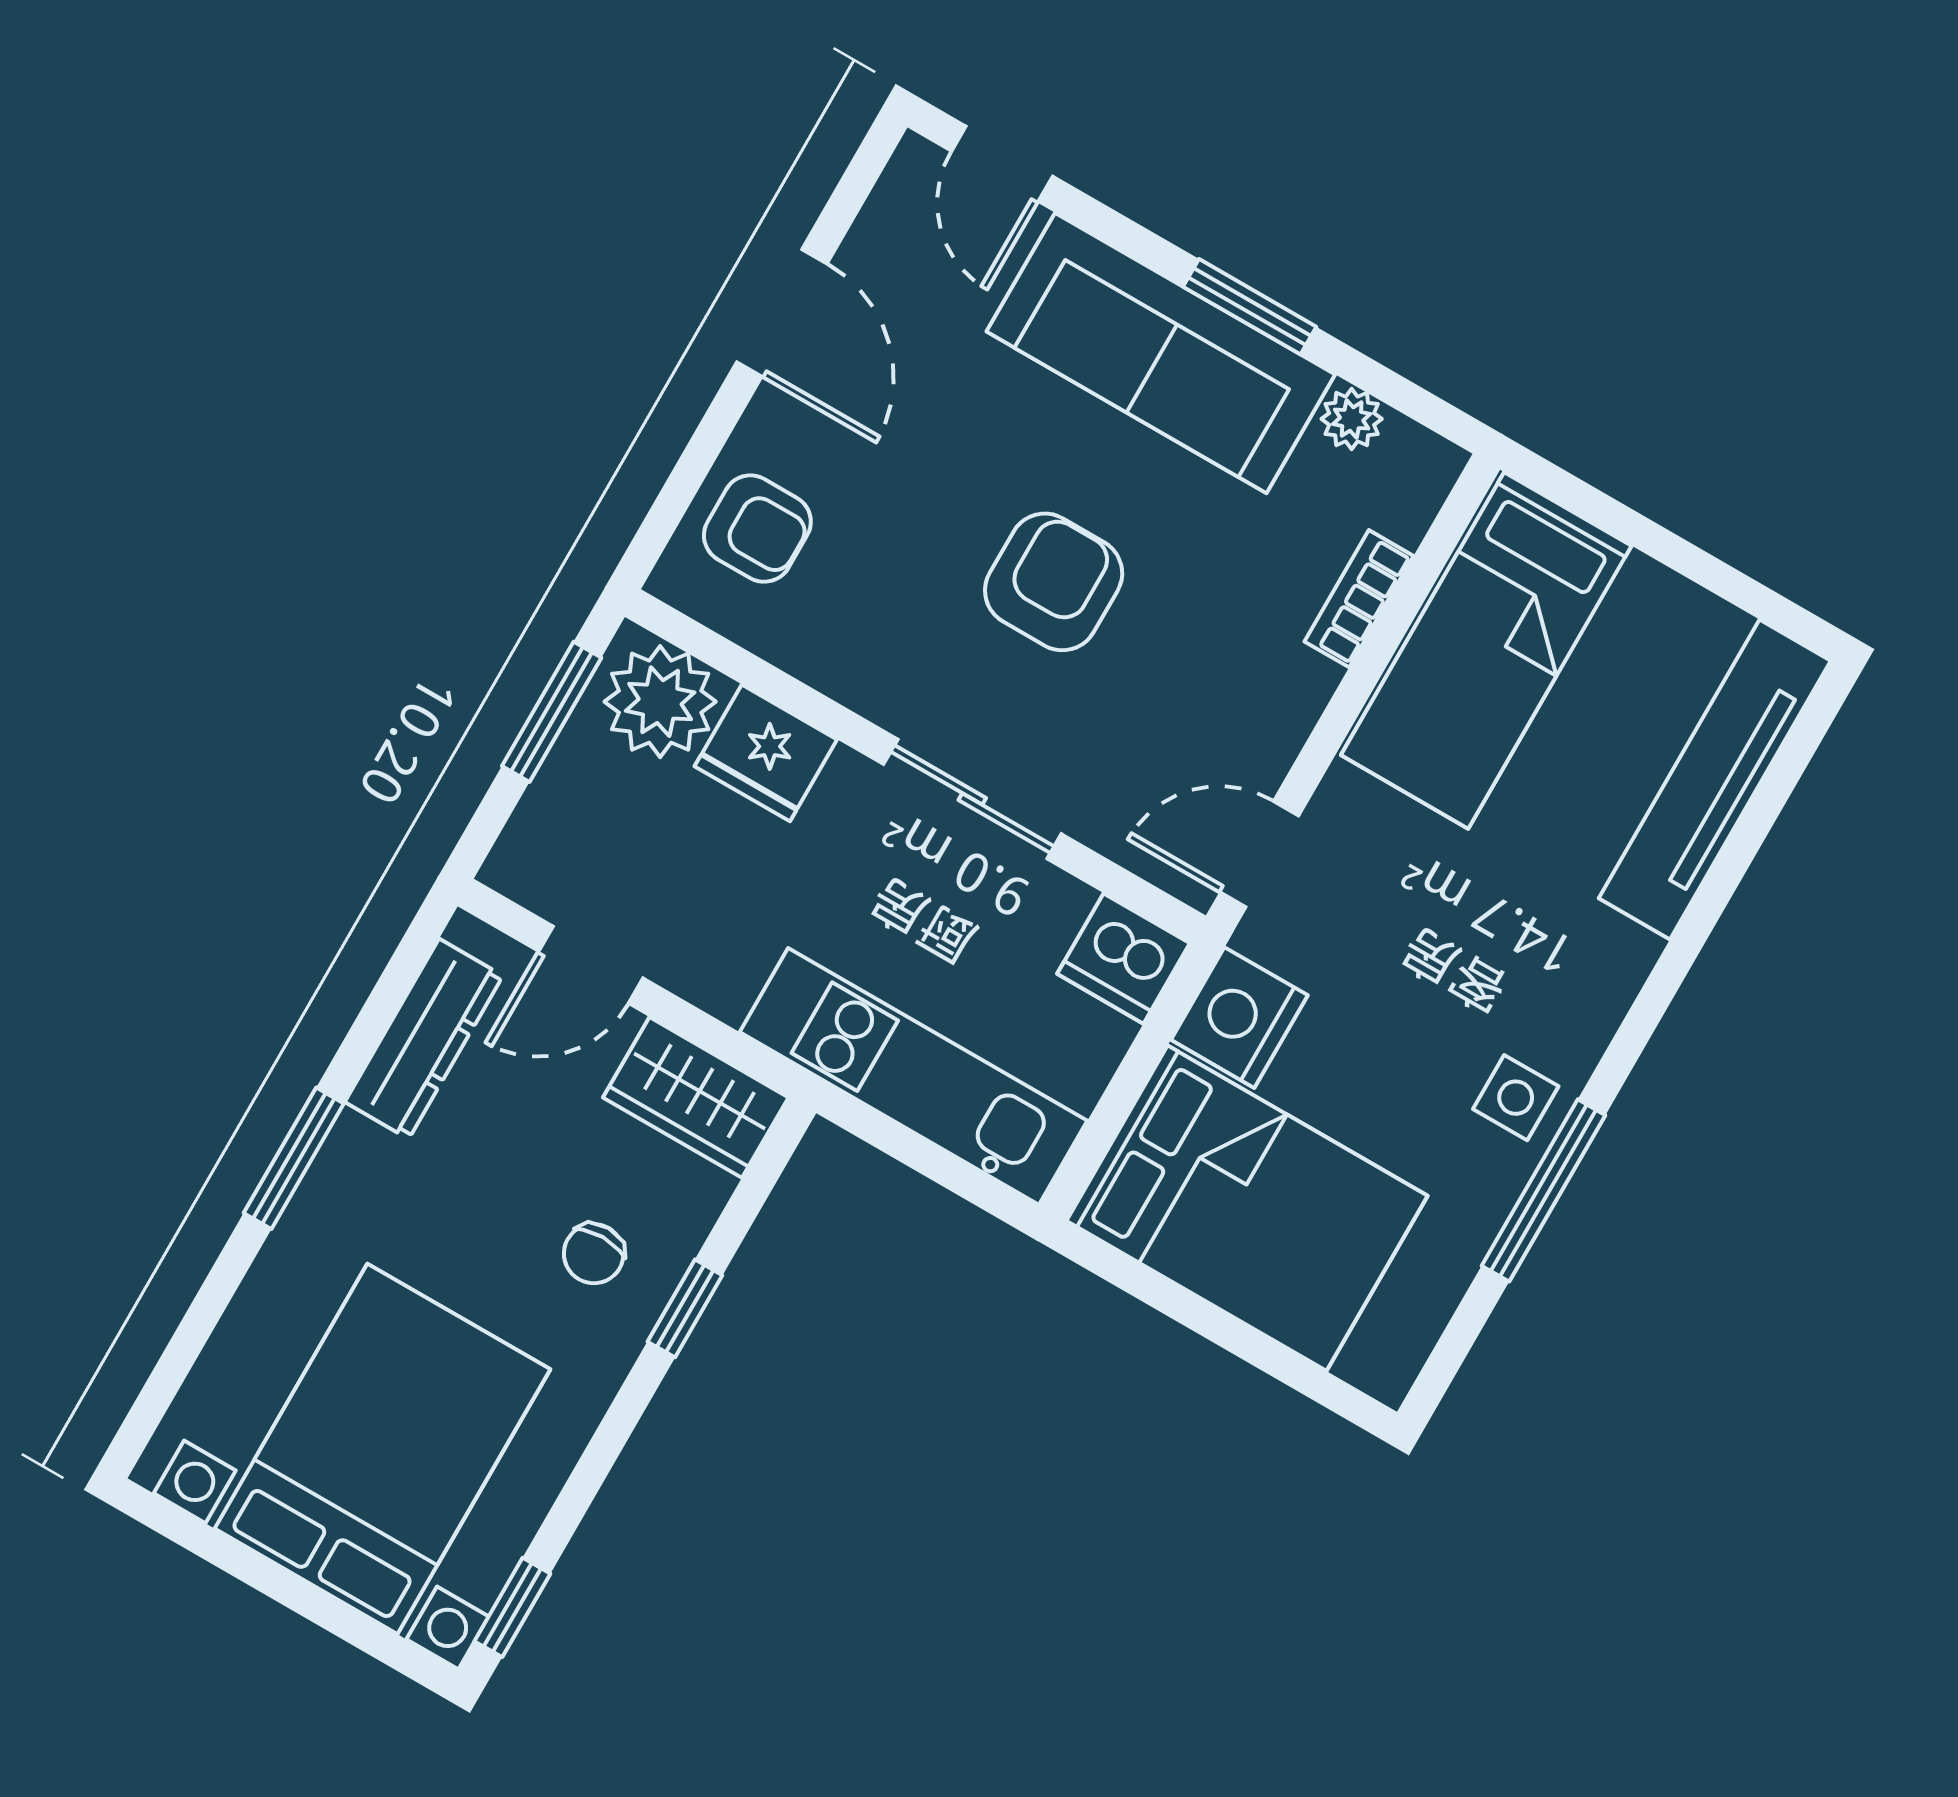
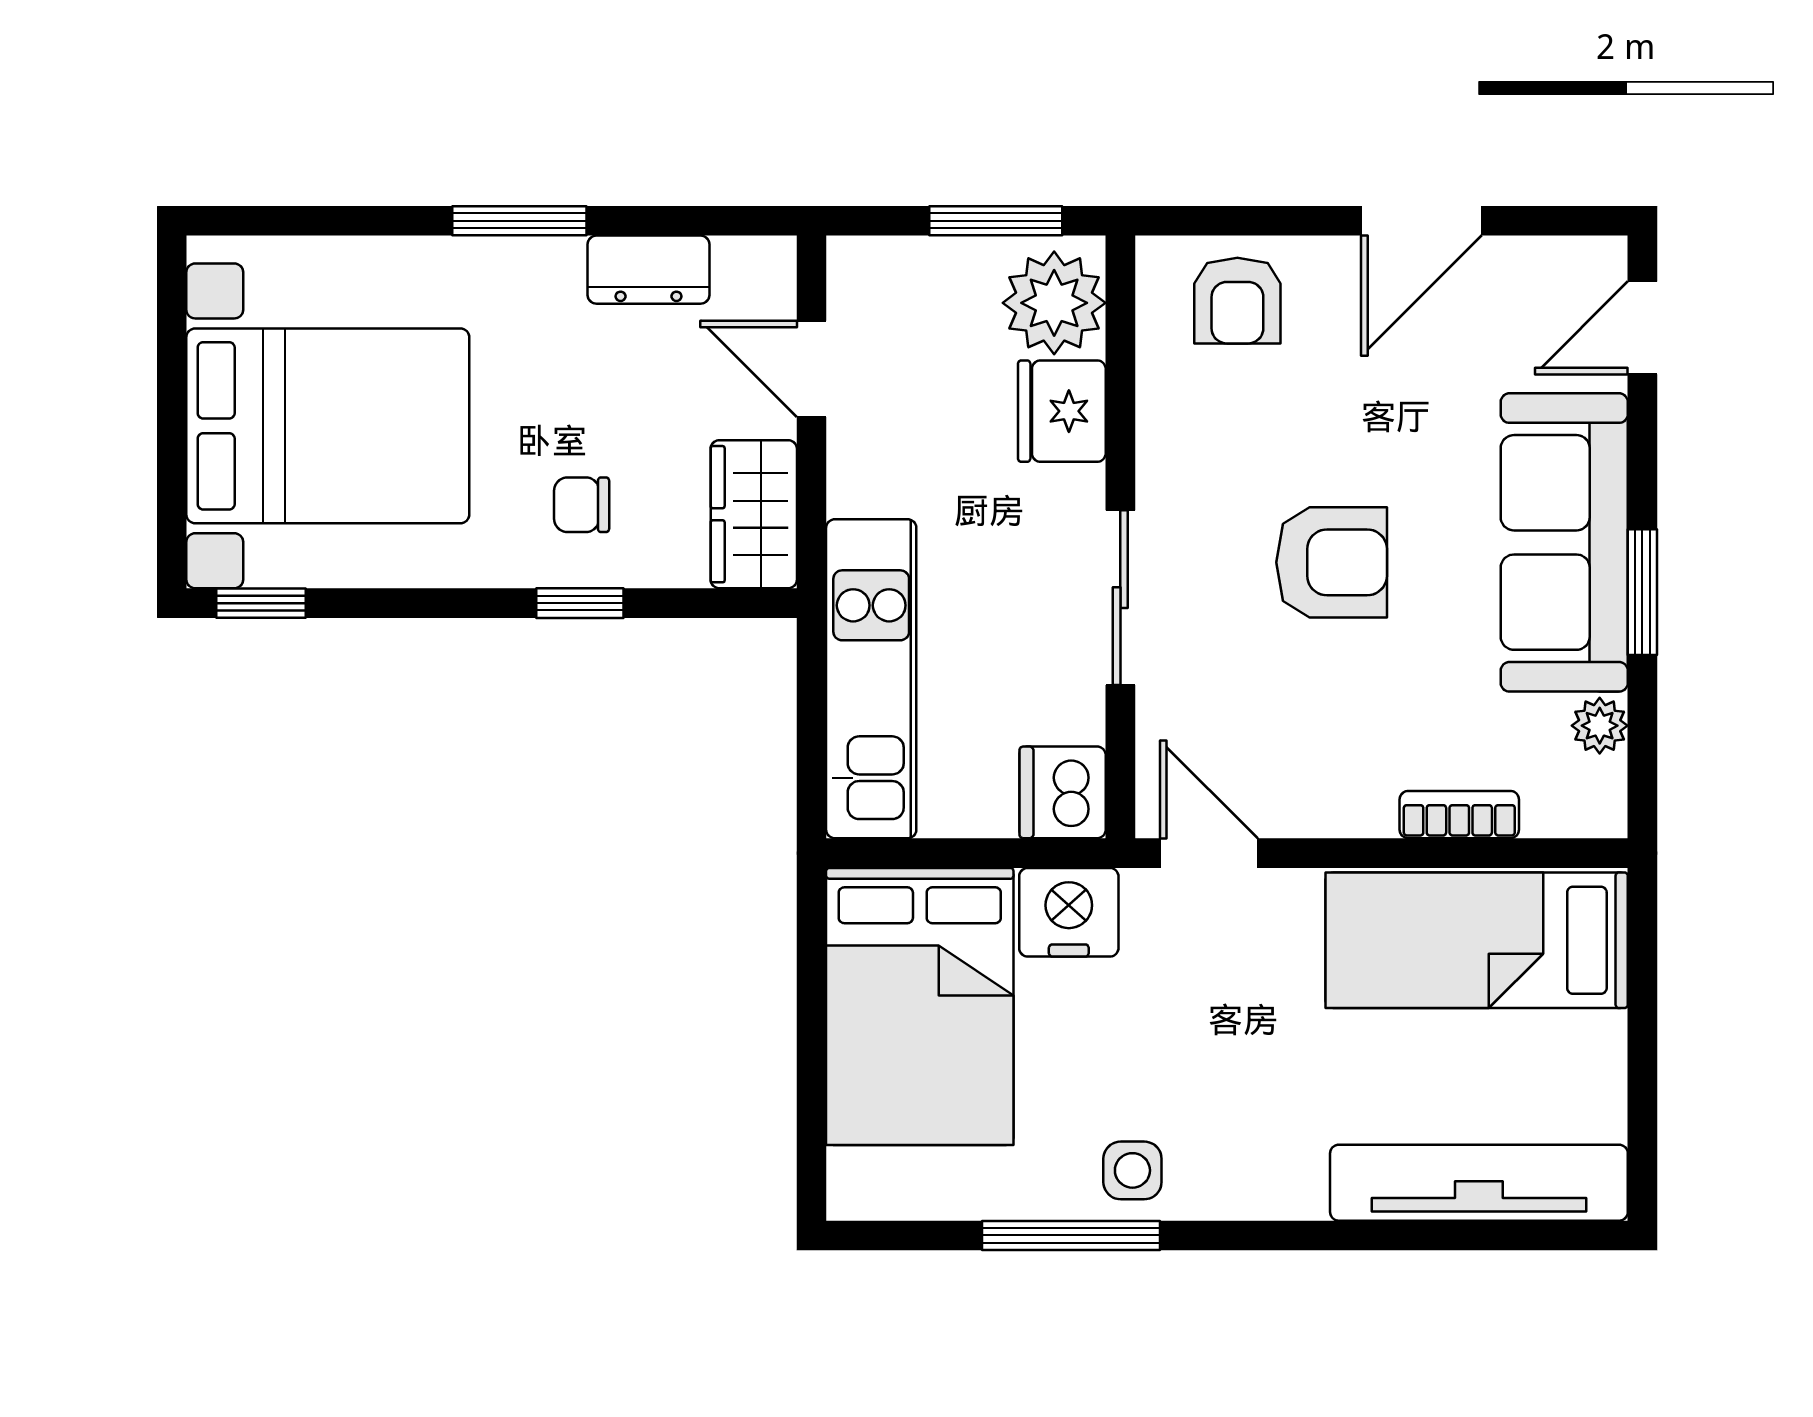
dresser: (424, 1039) -> (649, 270), width x0.70

